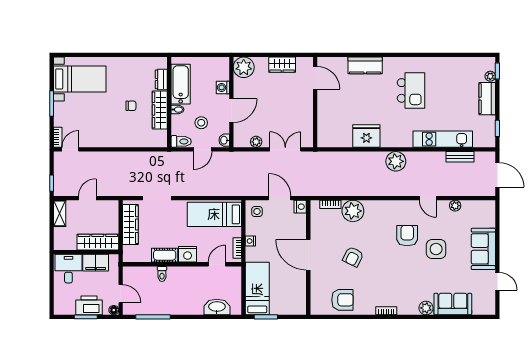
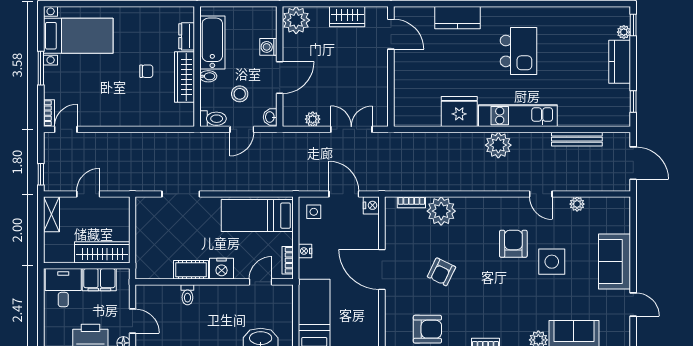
kitchen unit: (443, 139) -> (518, 116), moved
bench: (460, 157) -> (577, 139), width x1.36
wardrobe: (130, 225) -> (145, 229), removed

